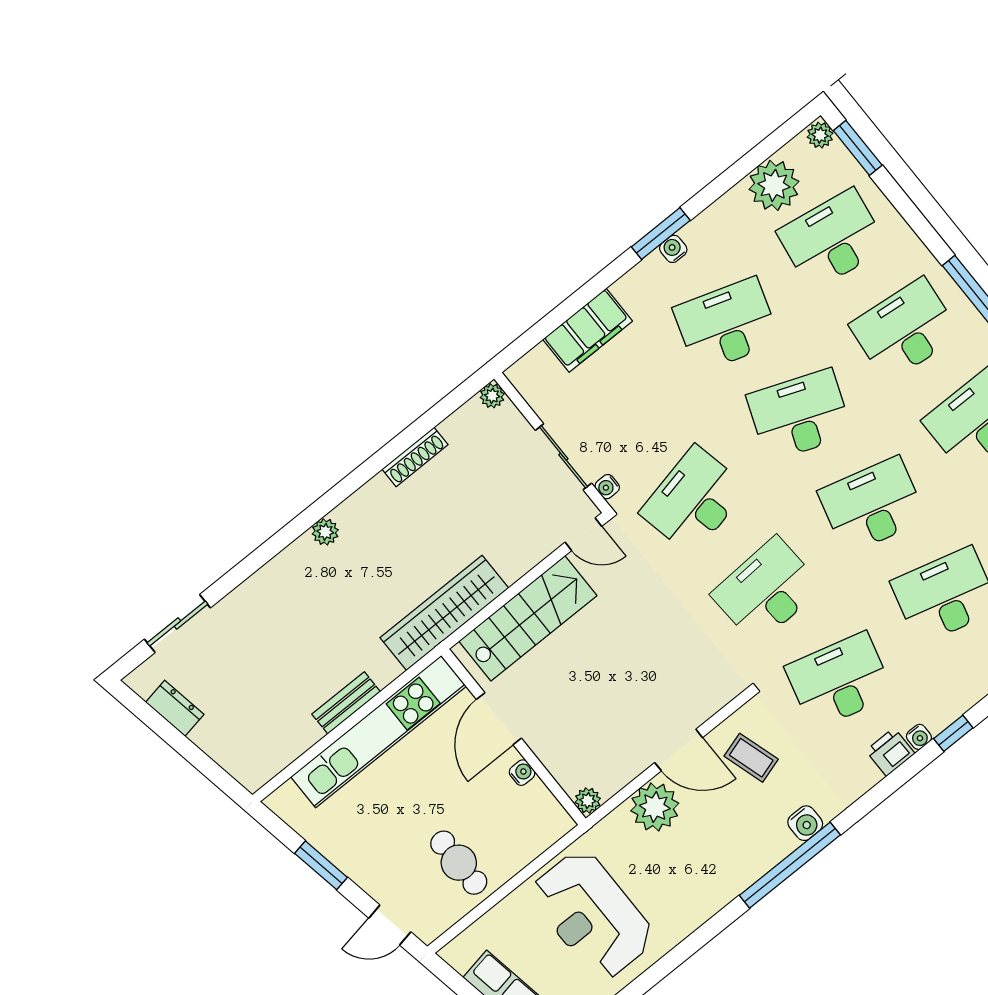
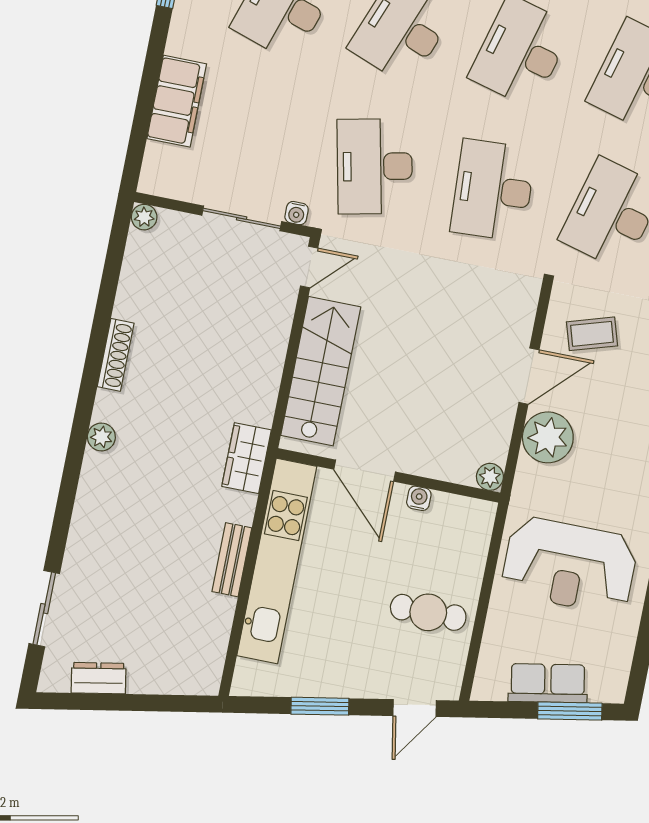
shoe rack: (415, 457) -> (116, 355), moved
wardrobe: (444, 613) -> (247, 458), width x0.48, depth x0.85

